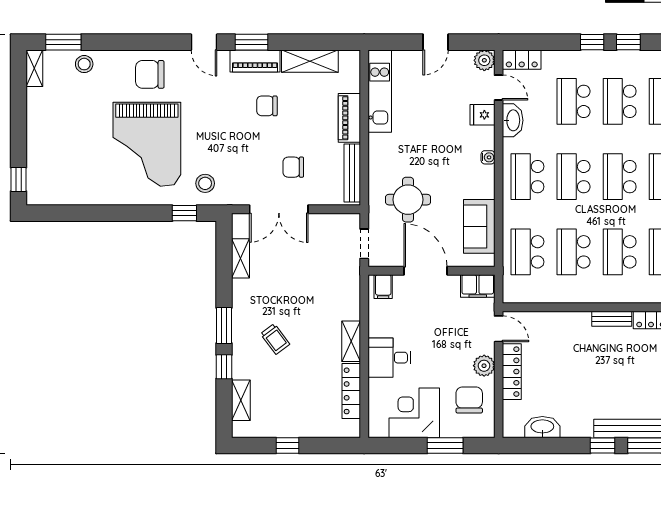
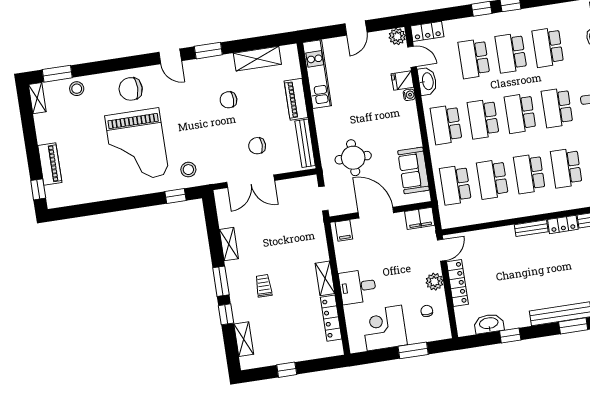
piano: (255, 61) -> (50, 164), moved, turned -90
water cooler: (488, 157) -> (409, 95), moved
shelving: (241, 258) -> (229, 244), moved
door: (499, 329) -> (442, 250), hinge flipped
trolley: (275, 339) -> (264, 286), turned -143
chair: (469, 400) -> (427, 311), width x0.54, depth x0.54
window: (603, 445) -> (510, 336), moved

